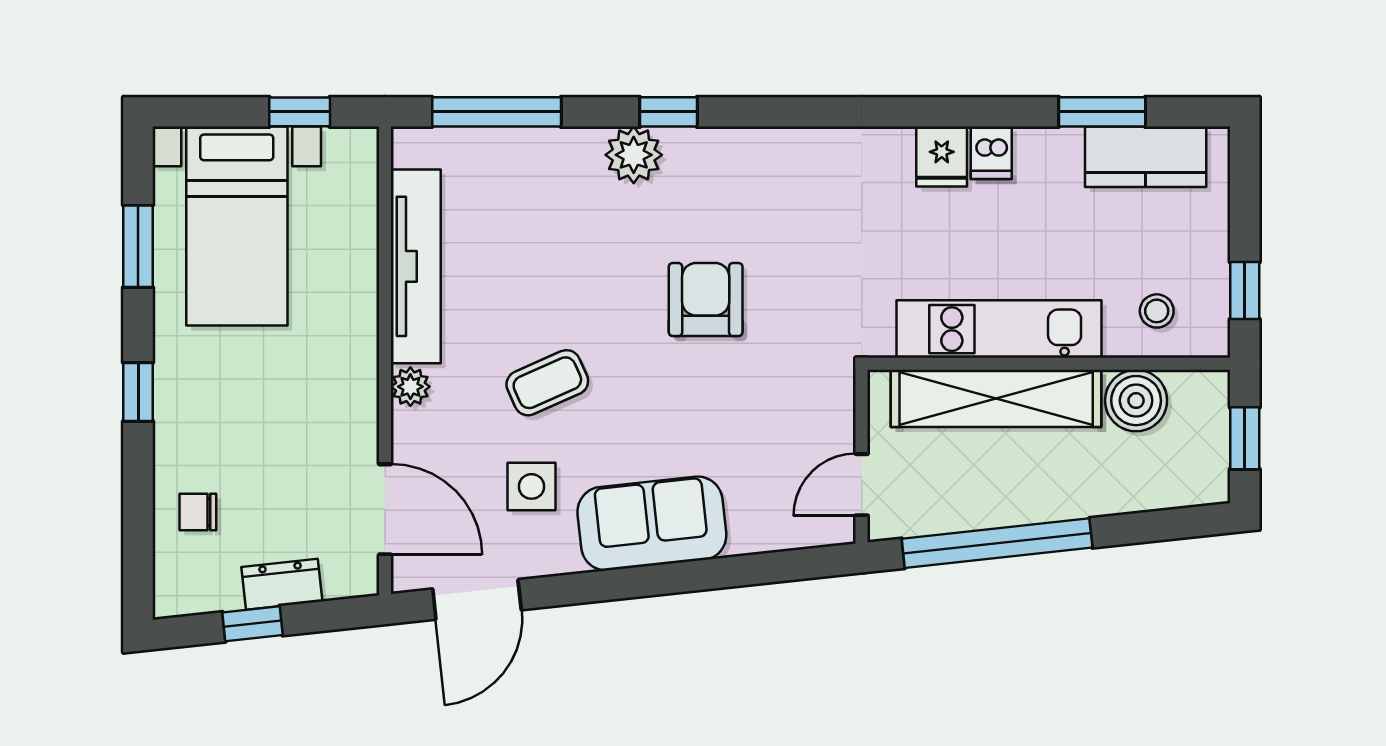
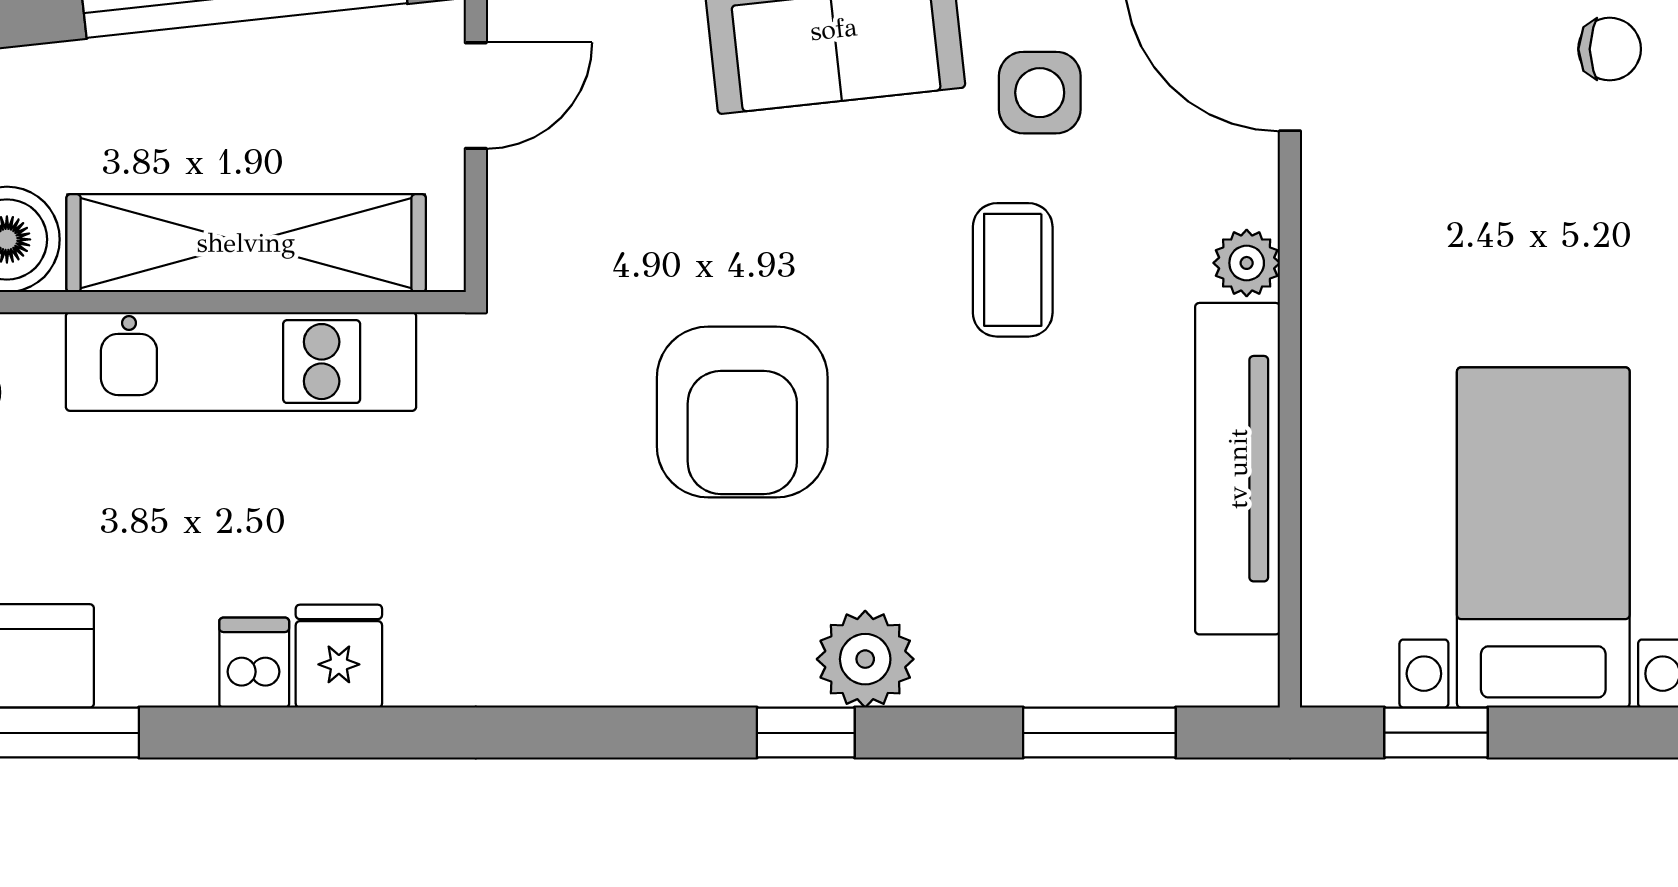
window: (497, 112) -> (1099, 733), width x0.69
armchair: (706, 300) -> (742, 412), width x1.36, depth x1.36
coffee table: (547, 383) -> (1013, 270), turned -66

